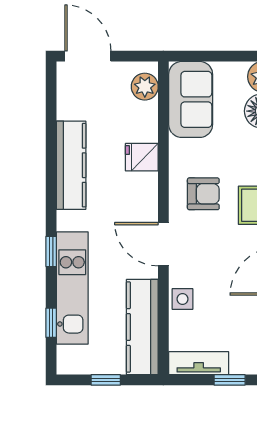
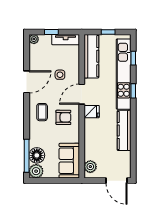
fridge: (142, 157) -> (92, 112), moved
armchair: (203, 194) -> (63, 117), turned 180
door: (163, 244) -> (82, 94), swing flipped
kitchen unit: (72, 288) -> (124, 74), width x1.36
side table: (183, 299) -> (60, 75), moved

